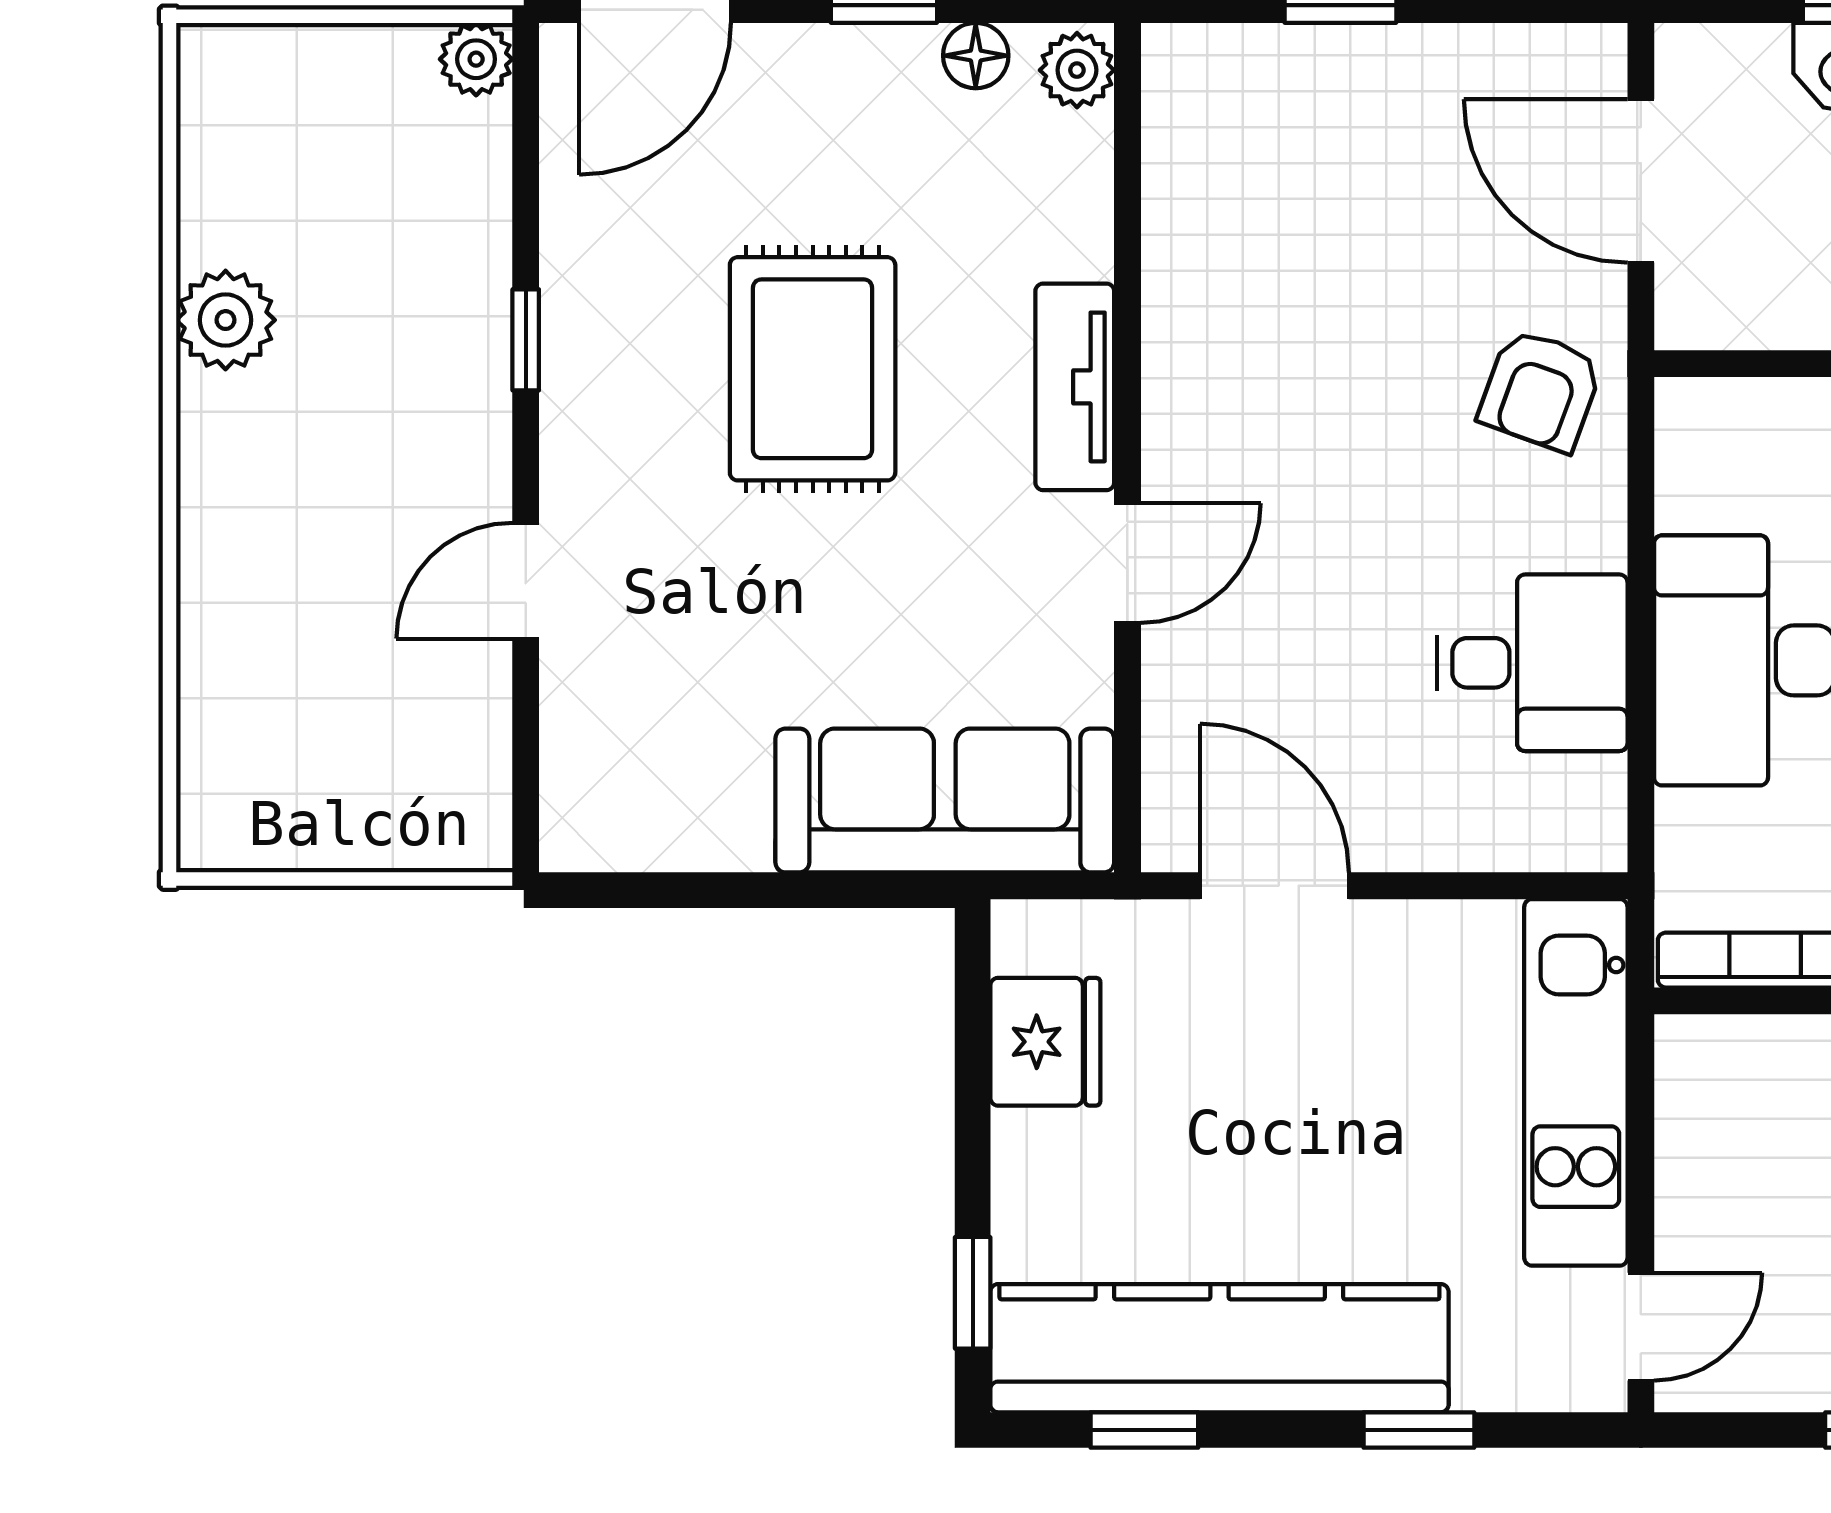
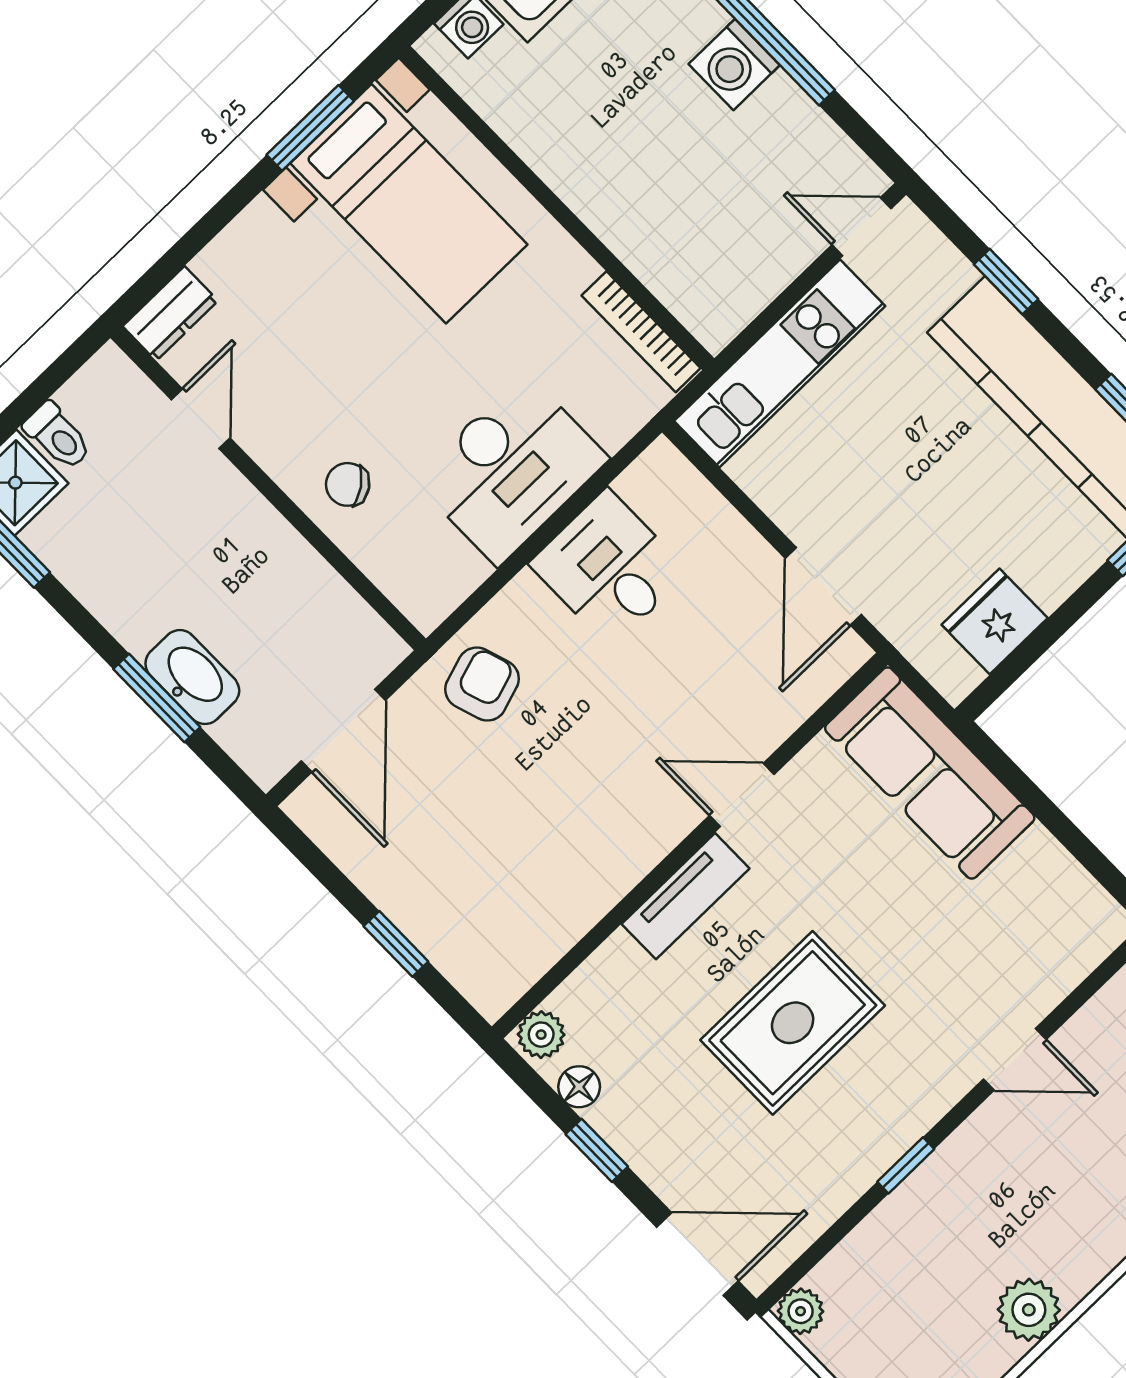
armchair: (1540, 390) -> (482, 684), turned -38

